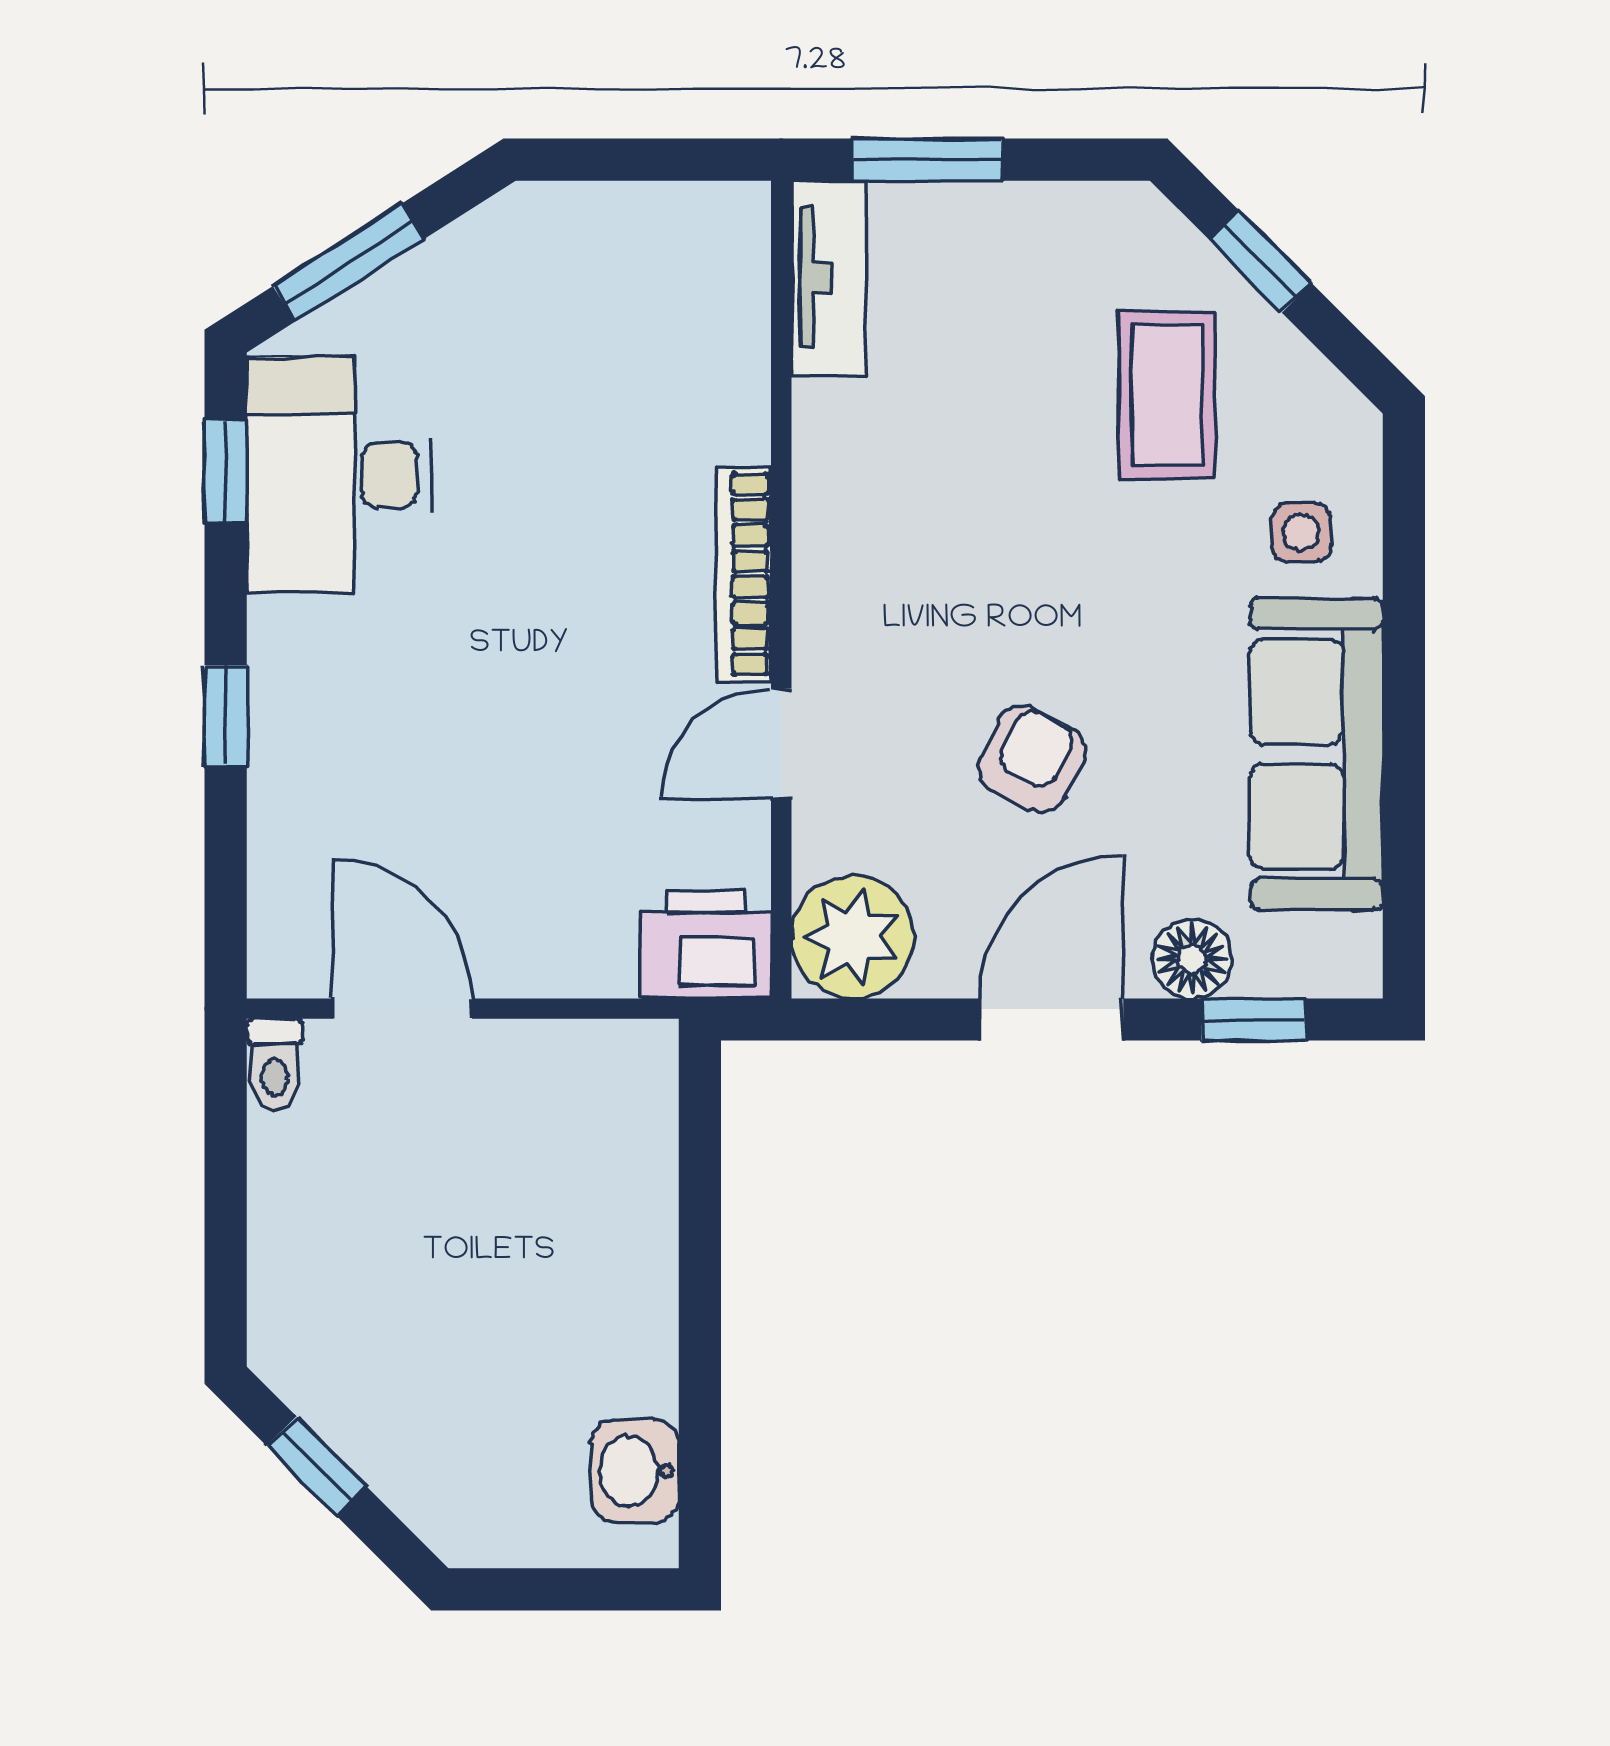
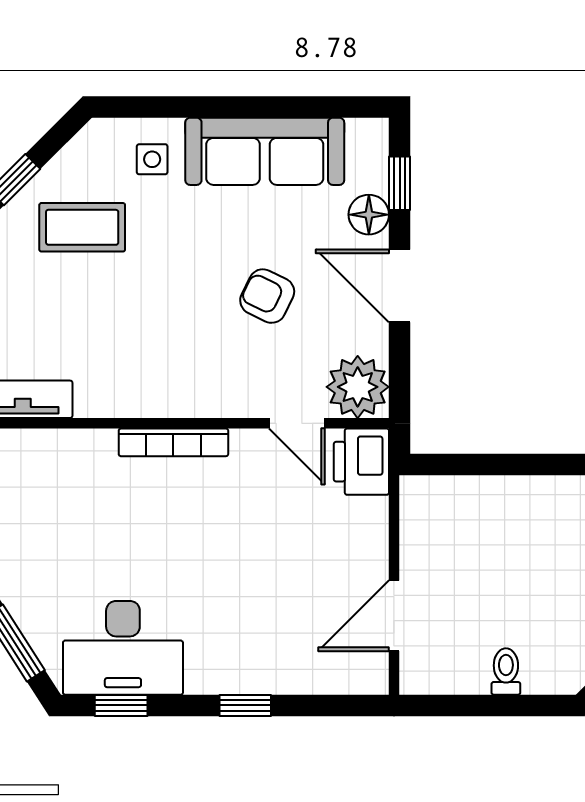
door: (781, 744) -> (297, 423), moved
toilet: (275, 1065) -> (506, 672), moved, turned -90

